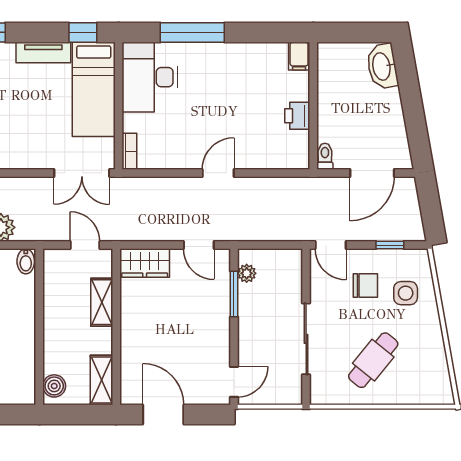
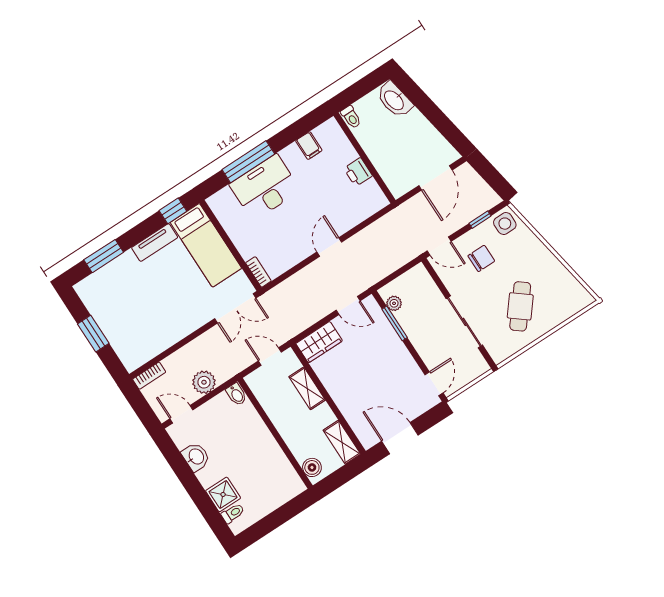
filing cabinet: (299, 56) -> (309, 146), moved
desk: (150, 77) -> (265, 187), moved, turned 90
toilet: (325, 156) -> (351, 117), moved, turned 180
side table: (406, 293) -> (505, 224), moved

